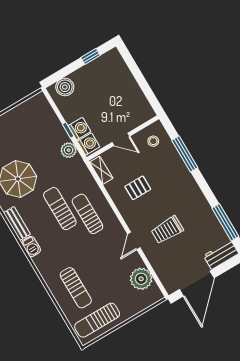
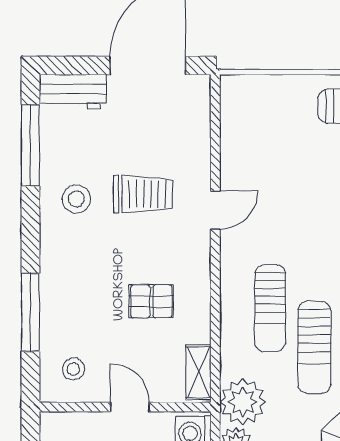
stool: (193, 212) -> (76, 199), added
plant: (141, 279) -> (243, 402), moved

